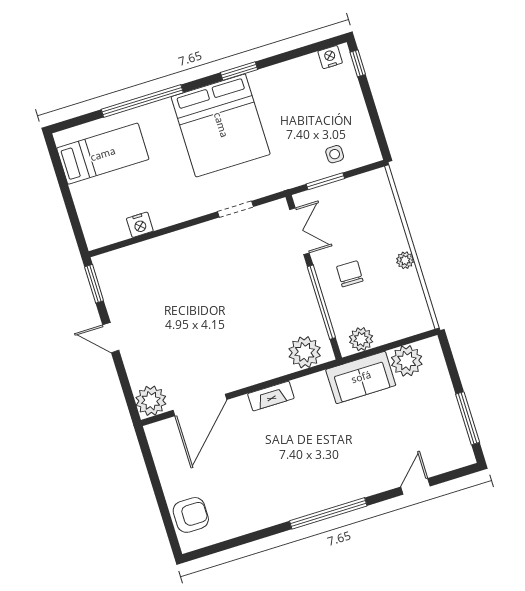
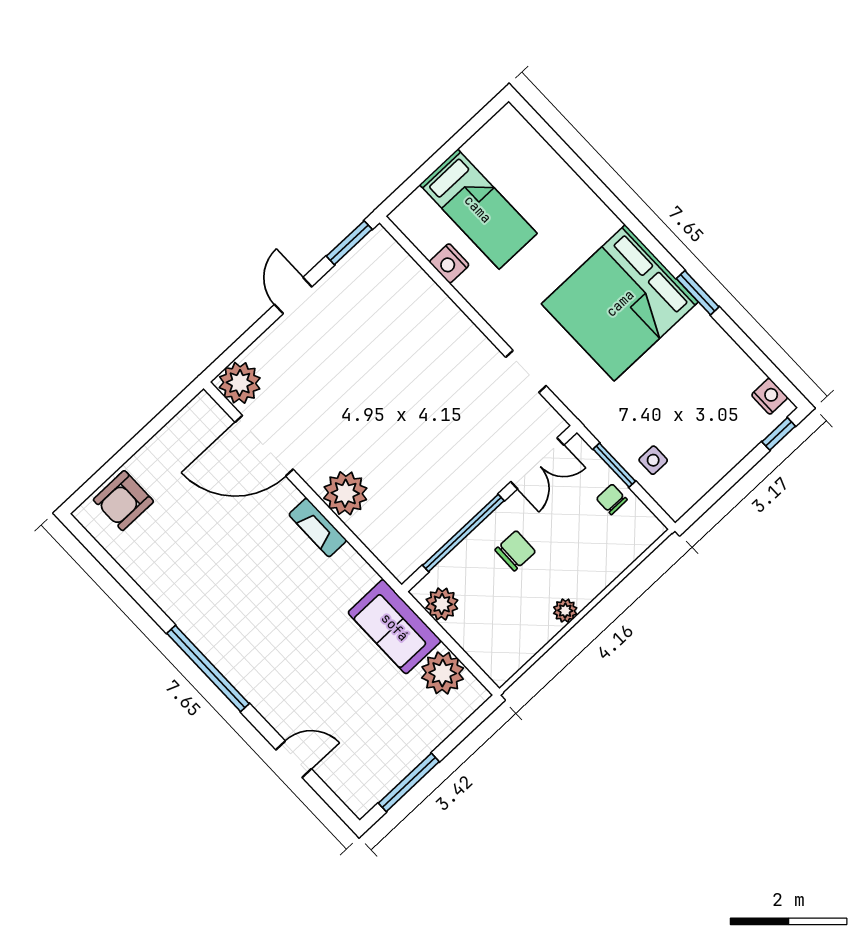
window: (142, 101) -> (603, 192), removed
bed: (103, 154) -> (478, 209), moved
chair: (347, 194) -> (612, 499), added
plant: (305, 352) -> (345, 493), moved
armchair: (191, 515) -> (123, 501), turned 90

